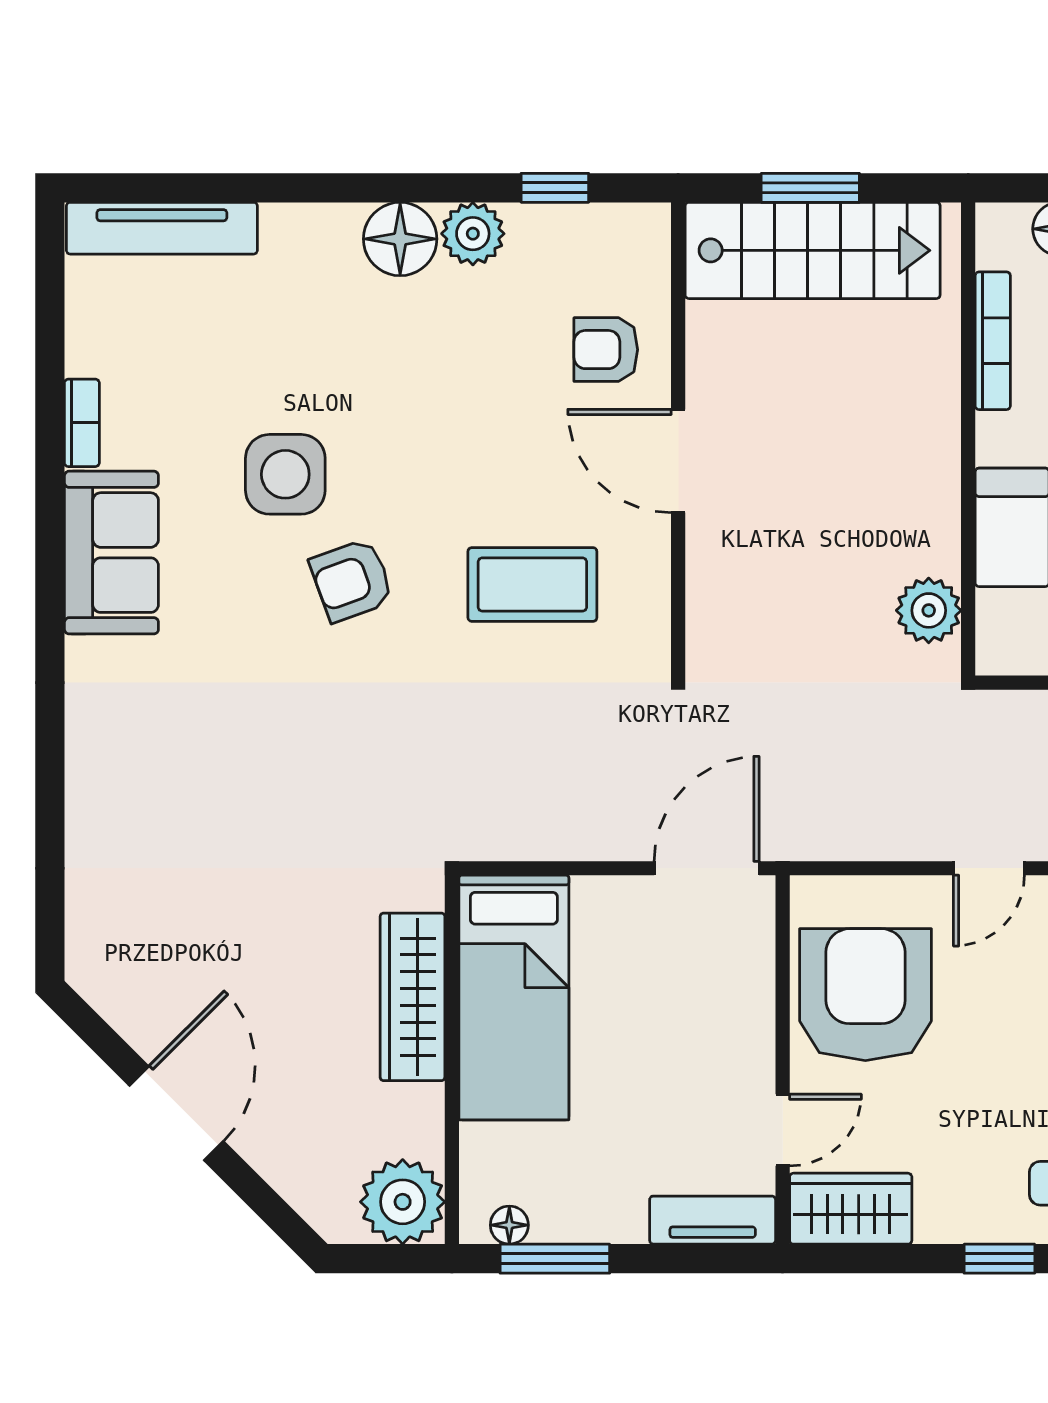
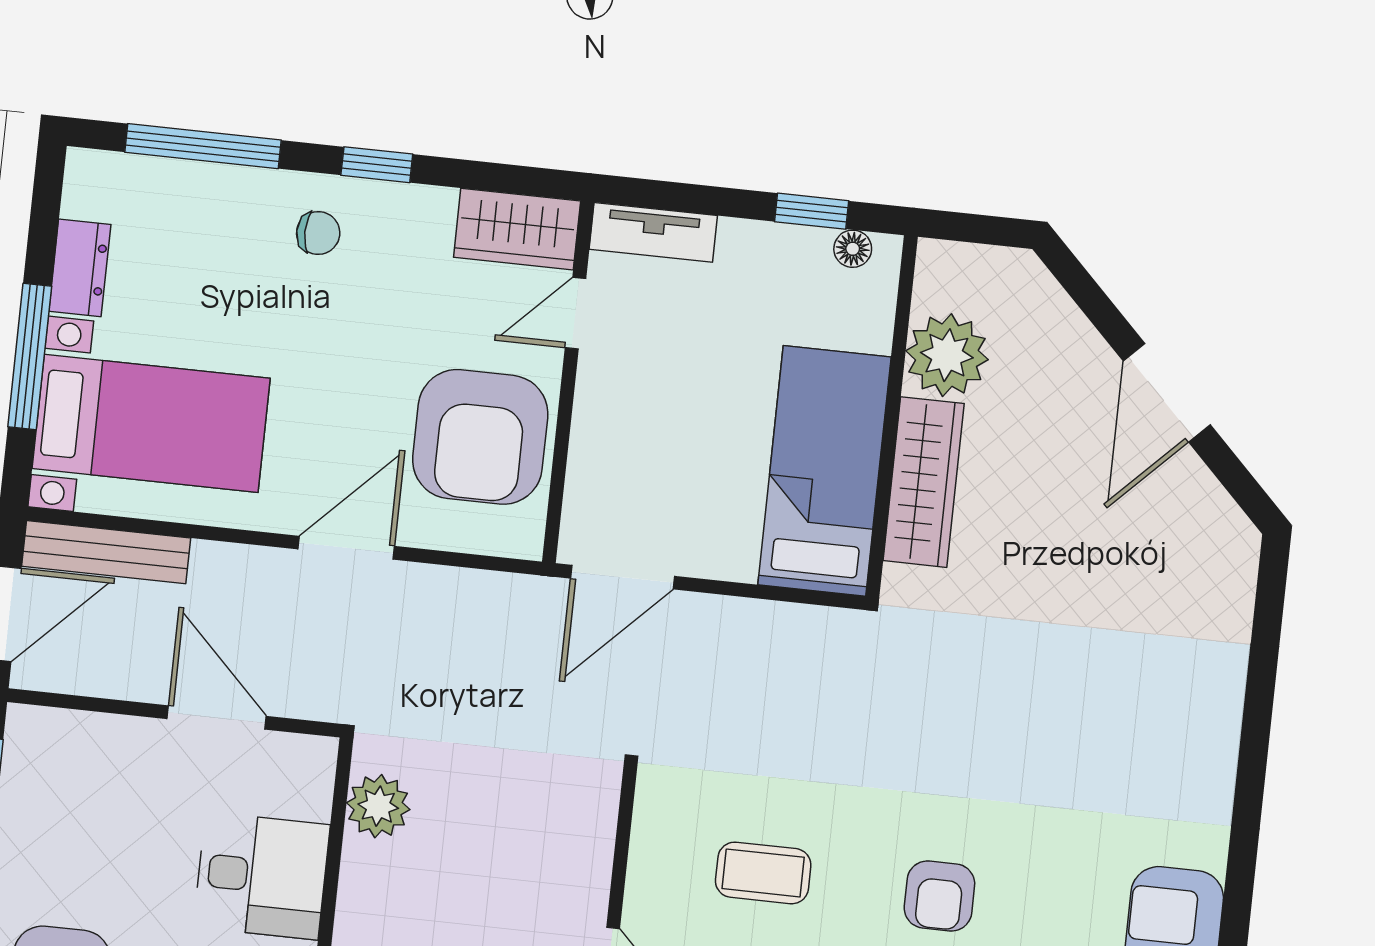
armchair: (352, 580) -> (939, 896), turned 110
coffee table: (532, 584) -> (763, 873), width x0.73, depth x0.77
door: (989, 868) -> (346, 548), width x1.38
plant: (403, 1202) -> (947, 355), moved
window: (555, 1259) -> (812, 211), width x0.67

